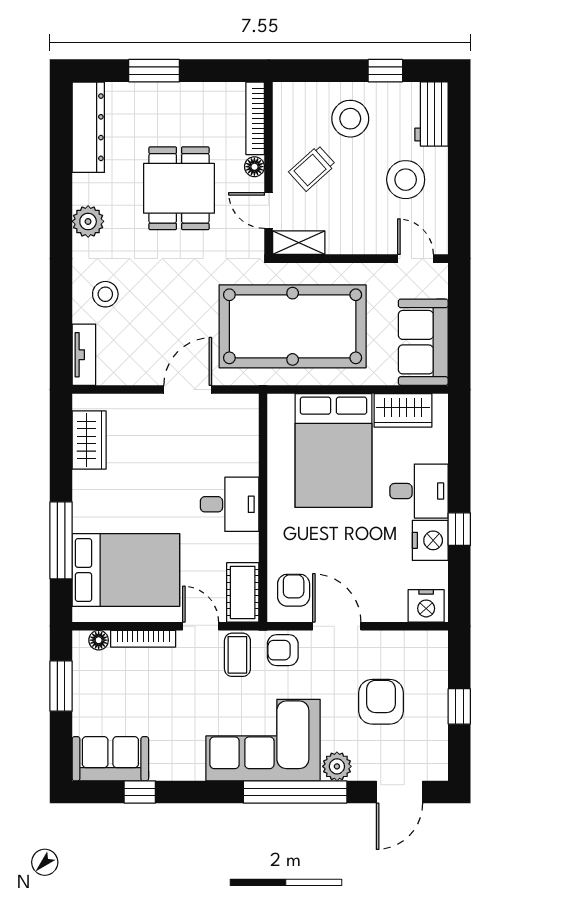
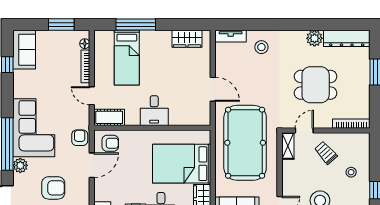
stool: (350, 119) -> (351, 172), width x0.53, depth x0.53
floor lamp: (254, 167) -> (327, 123), removed
plant: (88, 221) -> (314, 38), moved
bed: (126, 570) -> (127, 58), width x0.67
door: (201, 626) -> (92, 96), swing flipped
coffee table: (237, 655) -> (77, 115), removed

